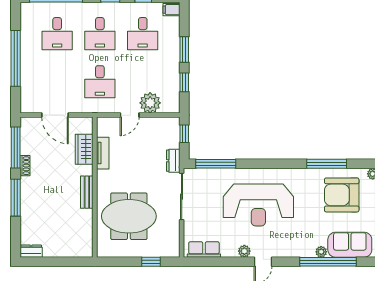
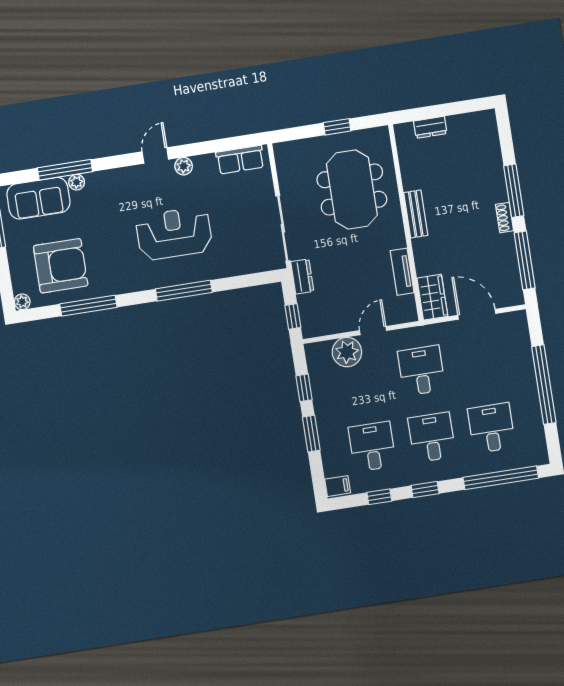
wardrobe: (84, 149) -> (432, 297), moved
window: (216, 164) -> (184, 291), moved
shoe rack: (25, 166) -> (505, 218), moved
reception desk: (258, 205) -> (174, 234), width x0.74, depth x0.77
meeting table: (129, 216) -> (352, 190), turned 90
dresser: (31, 251) -> (430, 127), moved
window: (151, 262) -> (337, 127), moved
window: (328, 262) -> (65, 170), width x0.68

